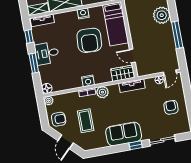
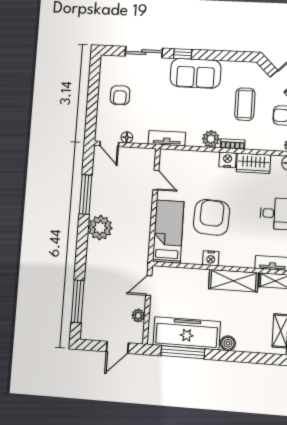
wardrobe: (123, 73) -> (253, 163), moved
door: (170, 73) -> (109, 144), swing flipped

